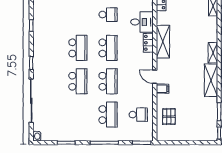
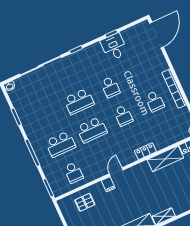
desk: (142, 22) -> (114, 47), moved, turned 180
shelving: (163, 42) -> (165, 159), moved
school desk: (78, 48) -> (110, 87), width x0.54
school desk: (108, 48) -> (123, 116), width x0.54

